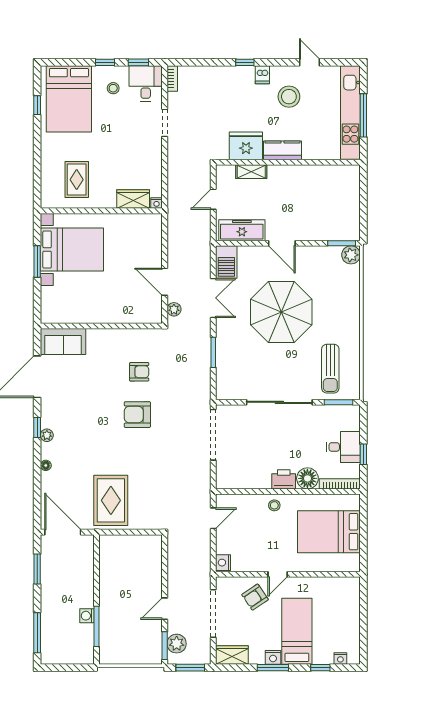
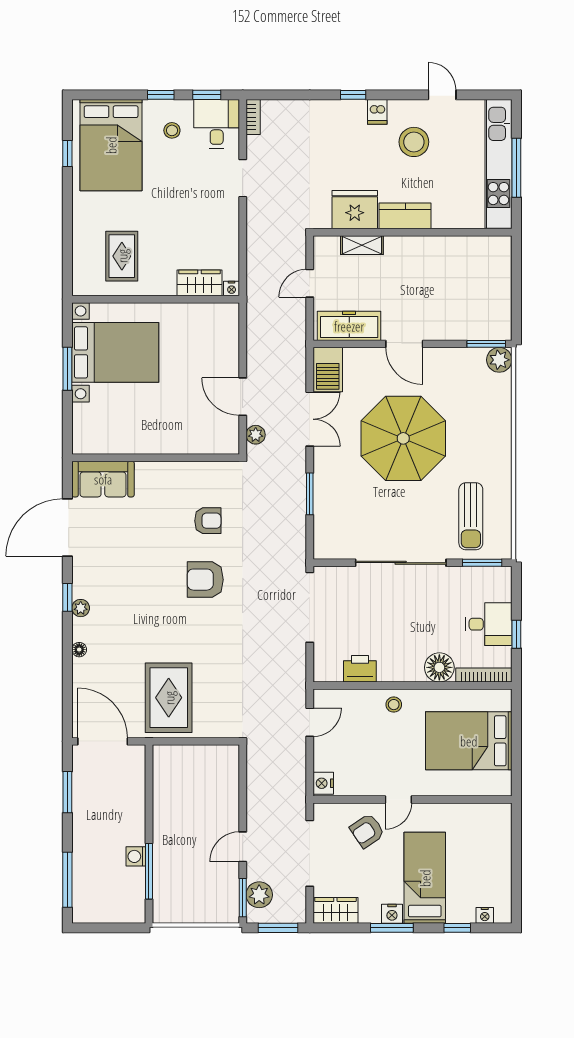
printer: (284, 479) -> (360, 669), moved

